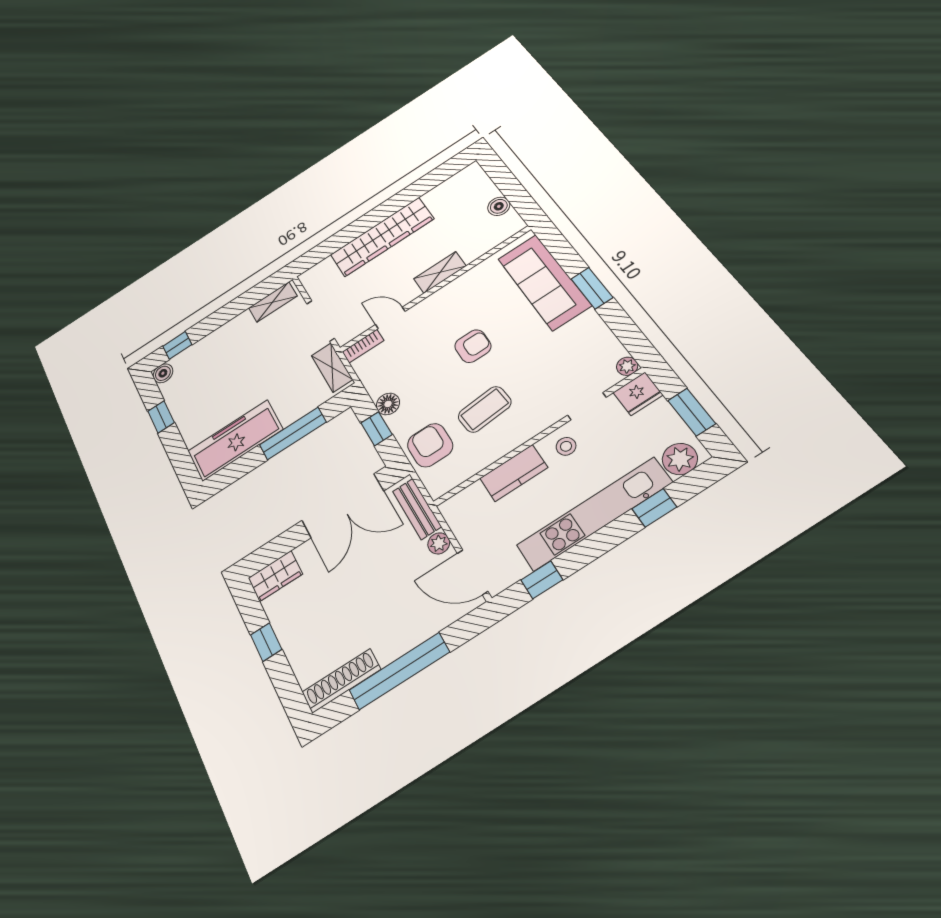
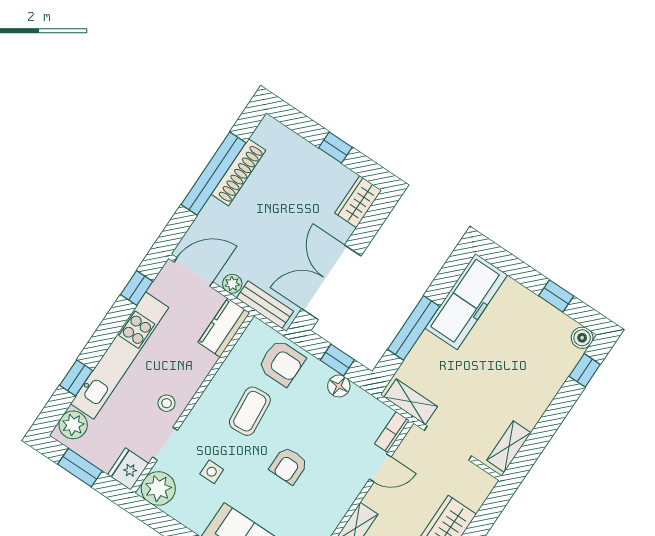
side table: (551, 364) -> (212, 472), added
plant: (627, 366) -> (158, 488), width x1.87, depth x1.87
kitchen counter: (514, 473) -> (224, 328), moved
shoe rack: (341, 681) -> (238, 172), moved

